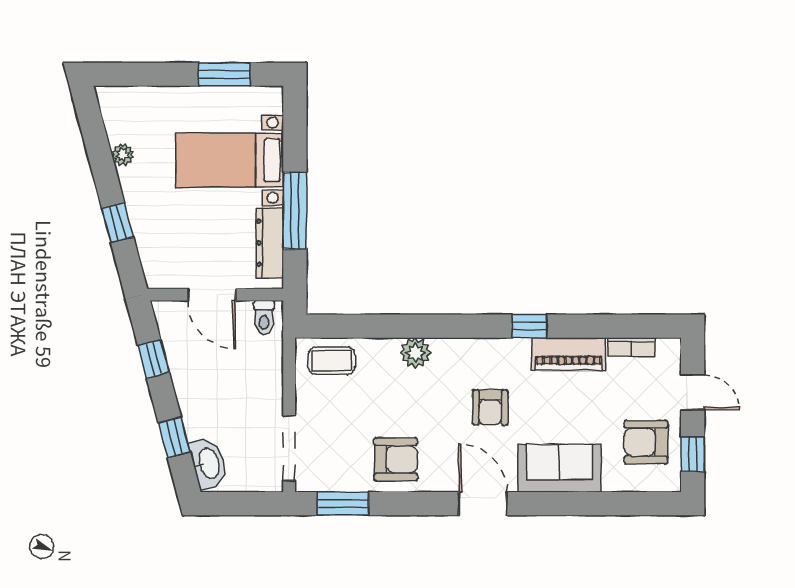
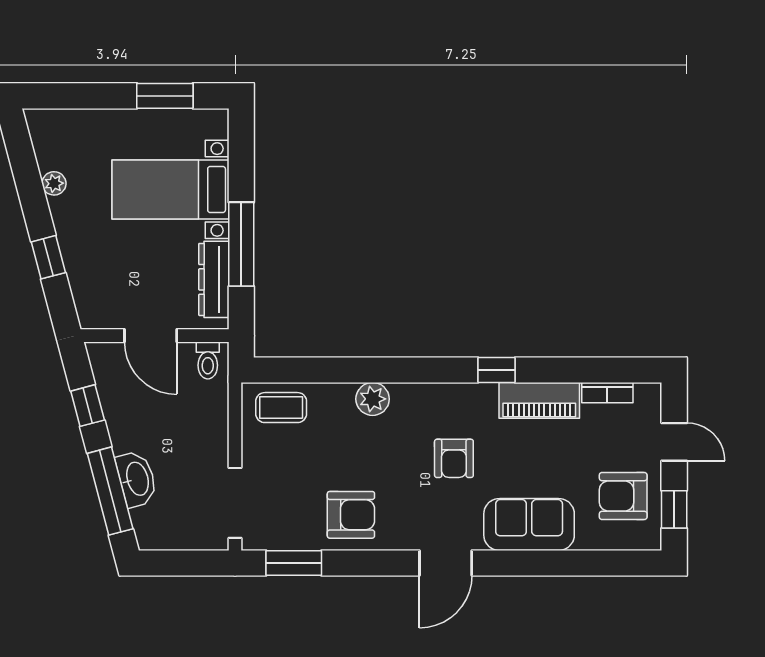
window: (174, 437) -> (110, 491), width x2.17
washbasin: (208, 463) -> (137, 479), moved
door: (483, 504) -> (446, 563), swing flipped

